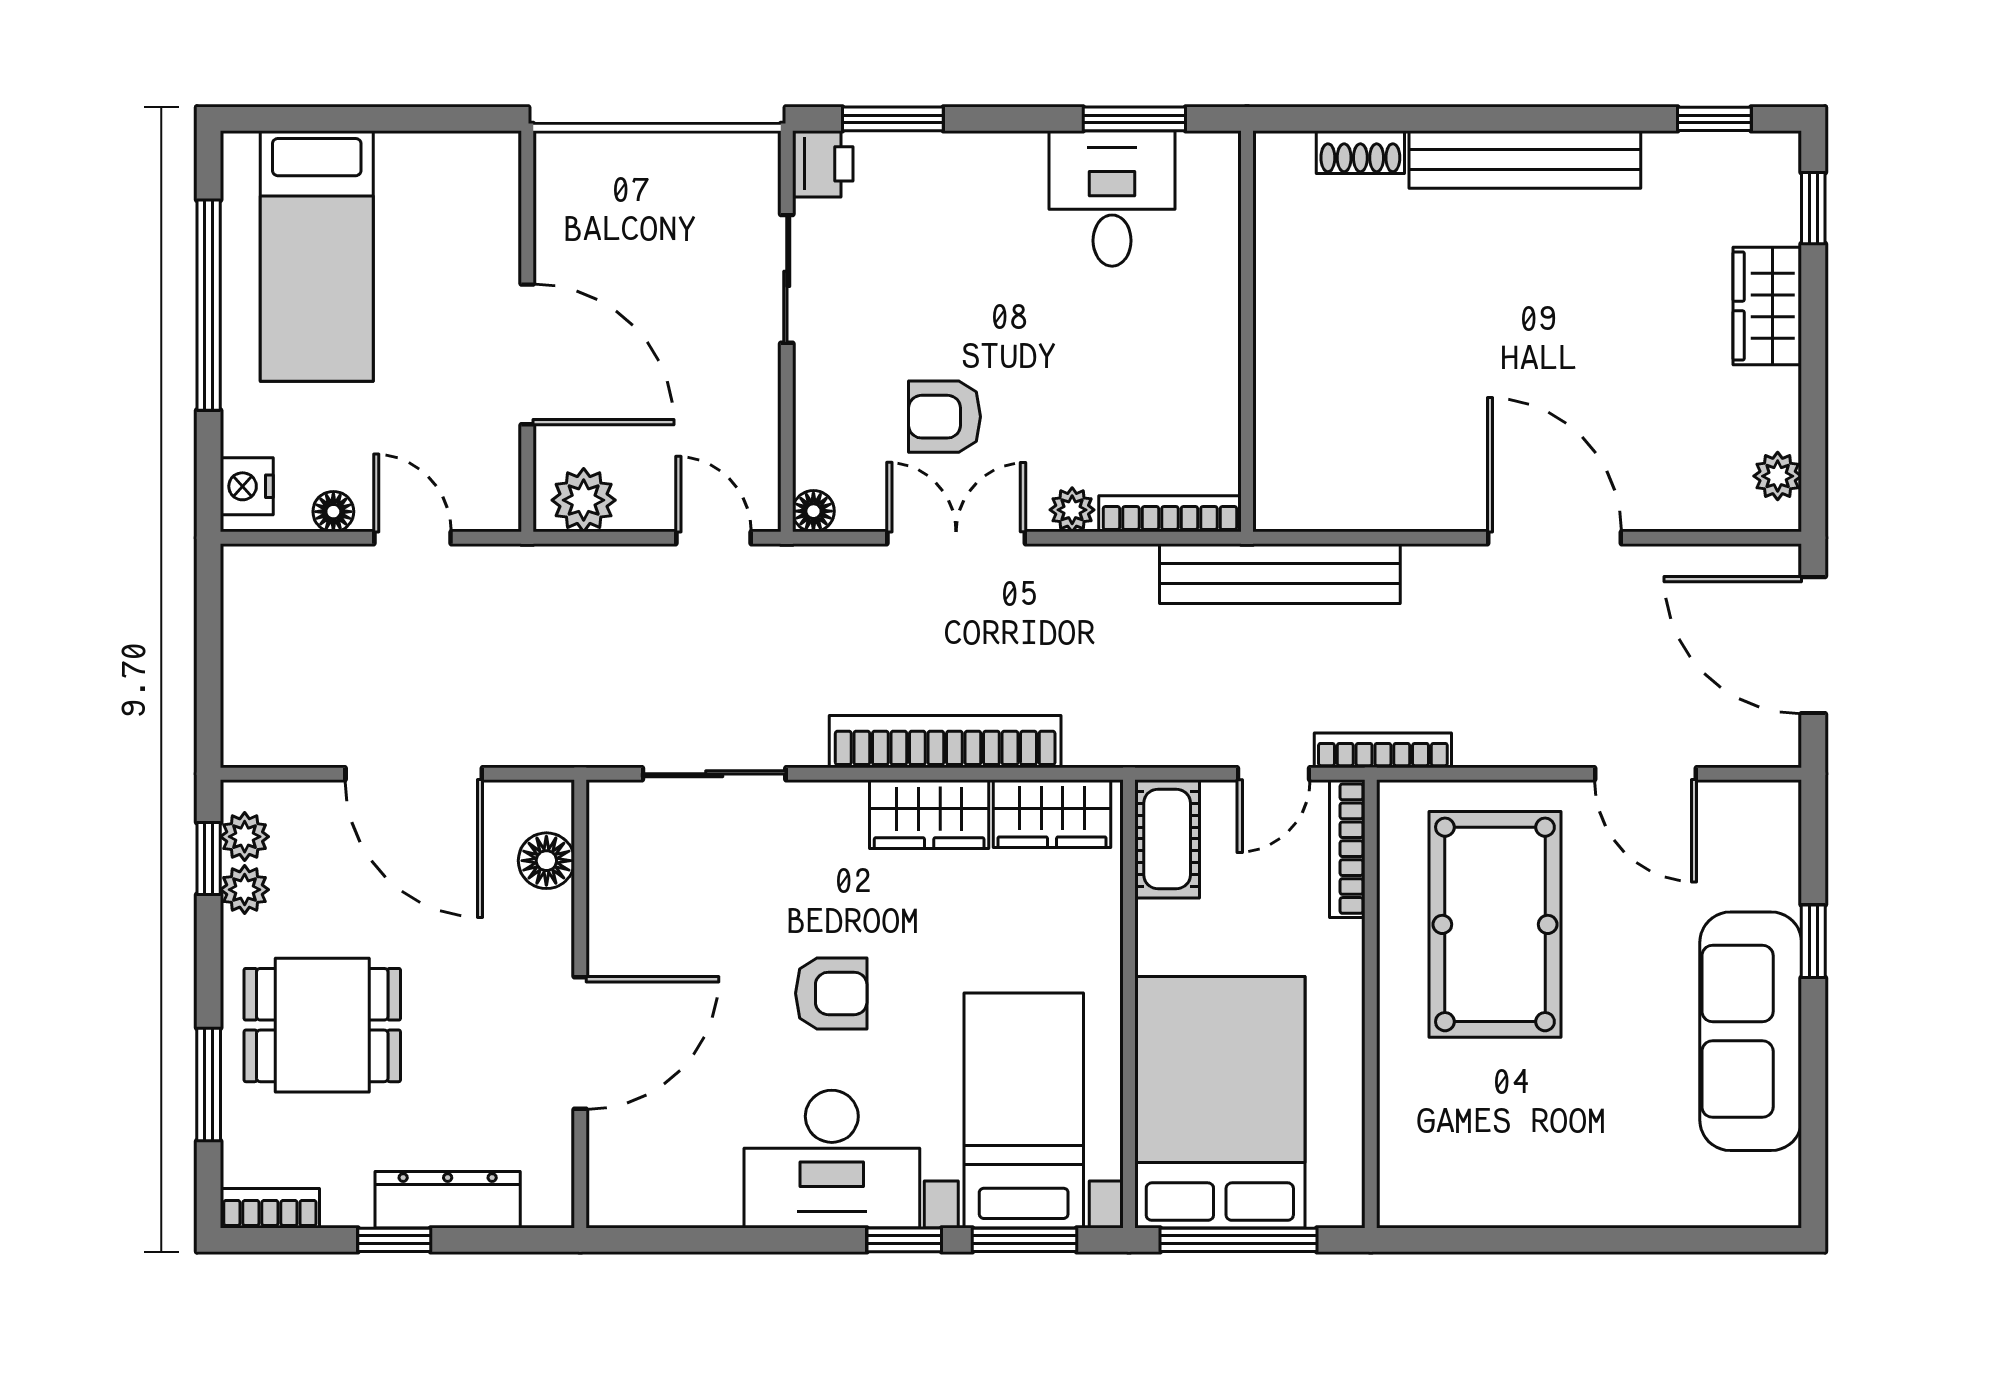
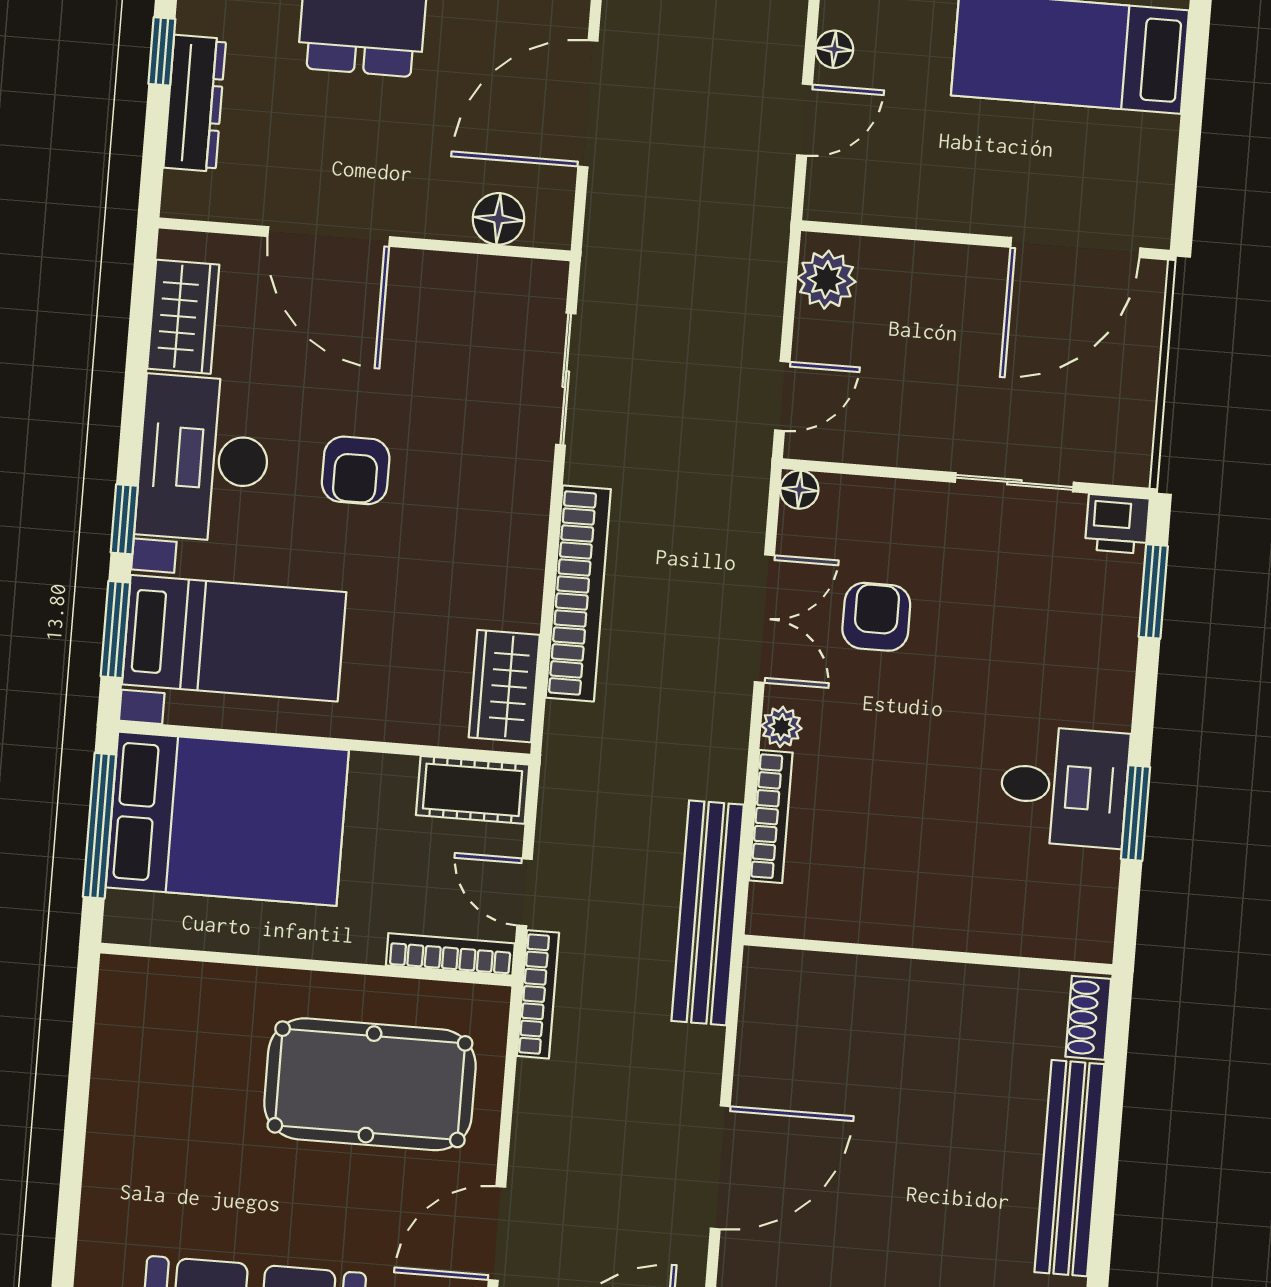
wall: (1247, 331) -> (928, 955), moved
door: (527, 354) -> (1075, 248), moved
wardrobe: (929, 814) -> (183, 317), moved, turned 180

